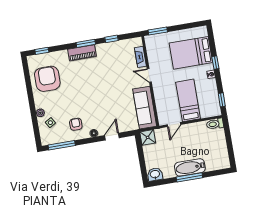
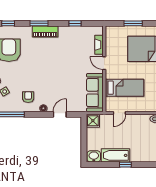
window: (158, 31) -> (133, 23), moved
window: (86, 43) -> (39, 23), moved
bed: (188, 100) -> (125, 88), moved, turned 90
bathtub: (190, 167) -> (115, 155), moved
window: (189, 177) -> (125, 165), width x0.46

